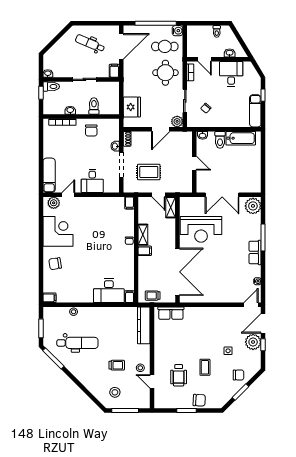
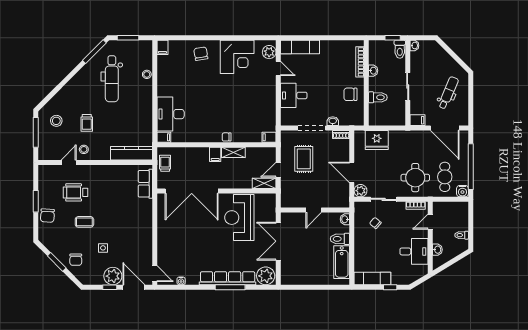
row of seats: (255, 252) -> (228, 278), width x2.02

